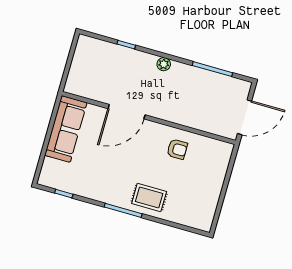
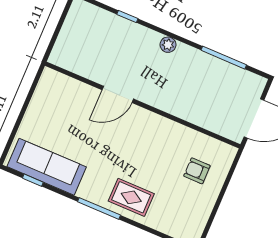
door: (127, 112) -> (118, 94), width x0.73
sofa: (66, 129) -> (47, 167), moved, turned -90
armchair: (177, 149) -> (197, 171), moved, turned 180

